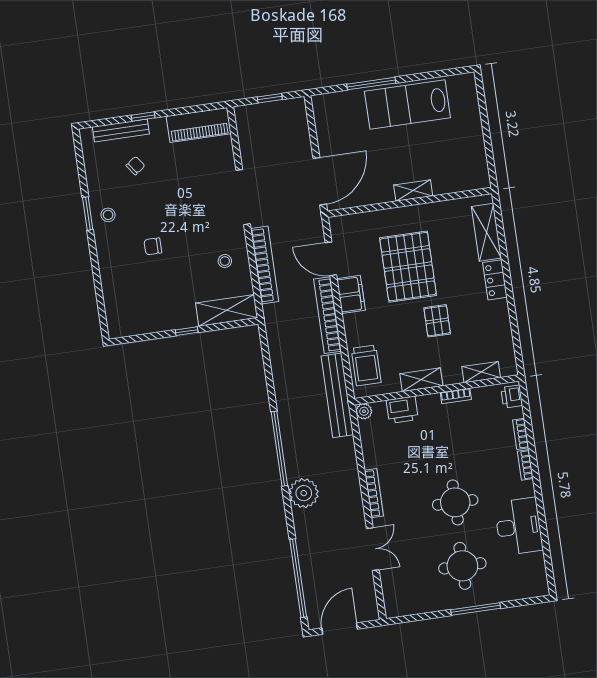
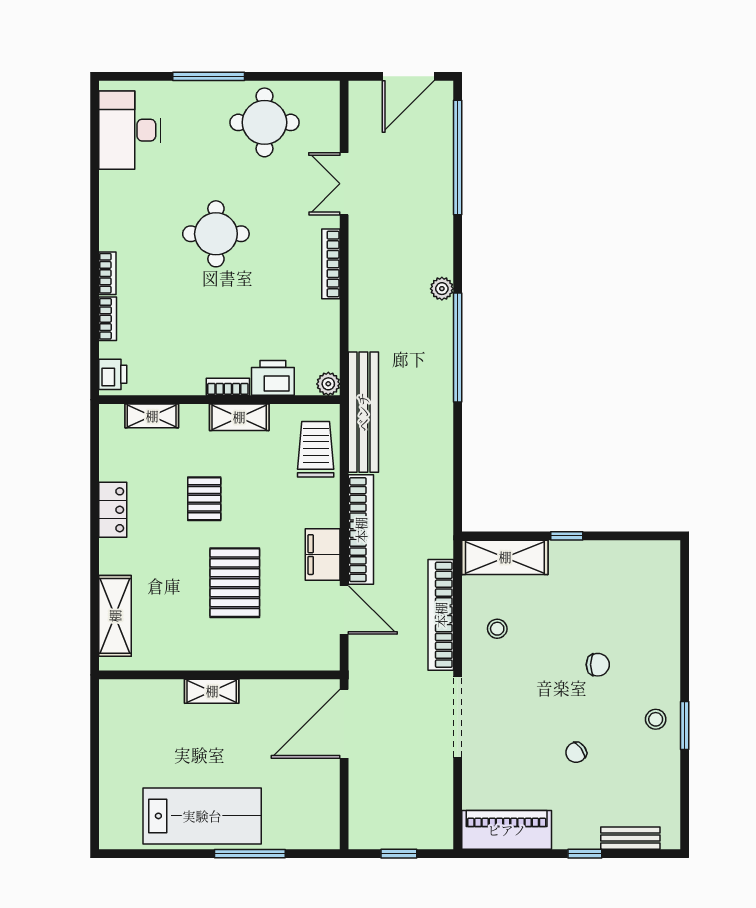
bench: (121, 130) -> (630, 838), width x0.73
chair: (135, 166) -> (576, 752), moved
pallet: (408, 267) -> (235, 583), width x0.73, depth x0.71
locker: (495, 280) -> (113, 510), moved
bookcase: (456, 396) -> (228, 387), moved
plant: (304, 493) -> (442, 289), width x0.53, depth x0.53
desk: (519, 526) -> (130, 130), moved
round table: (462, 566) -> (264, 122), moved

